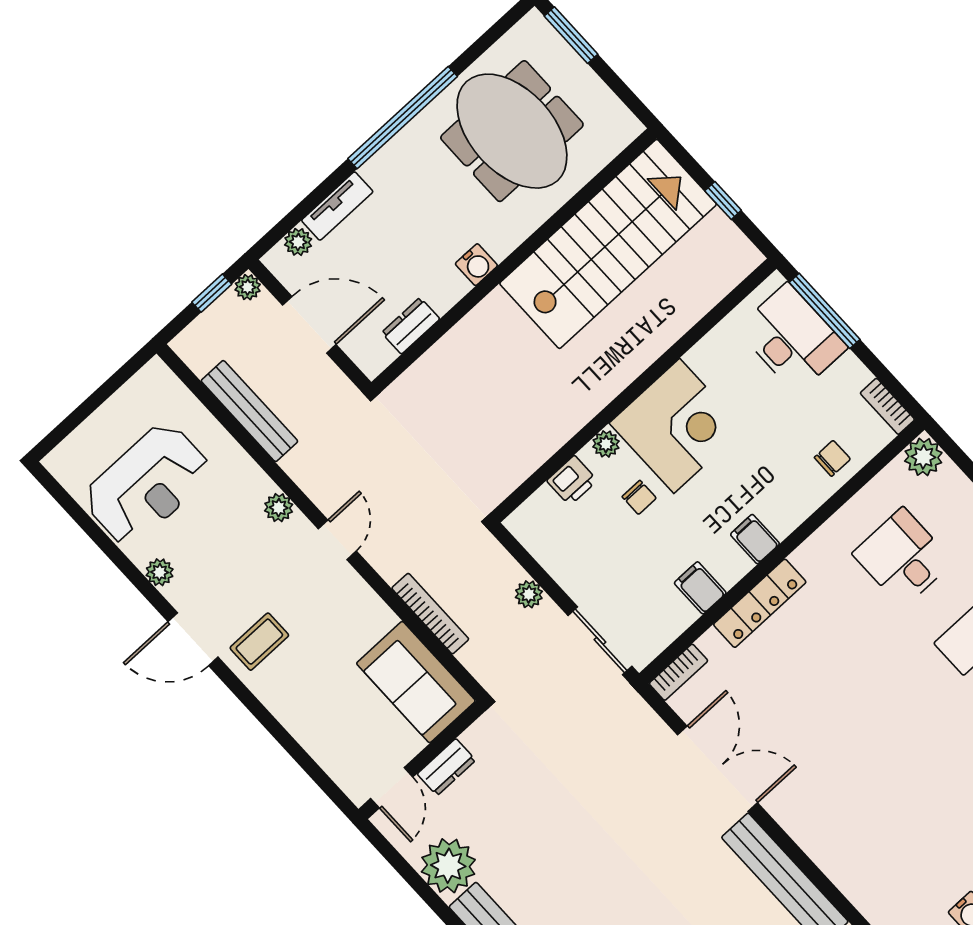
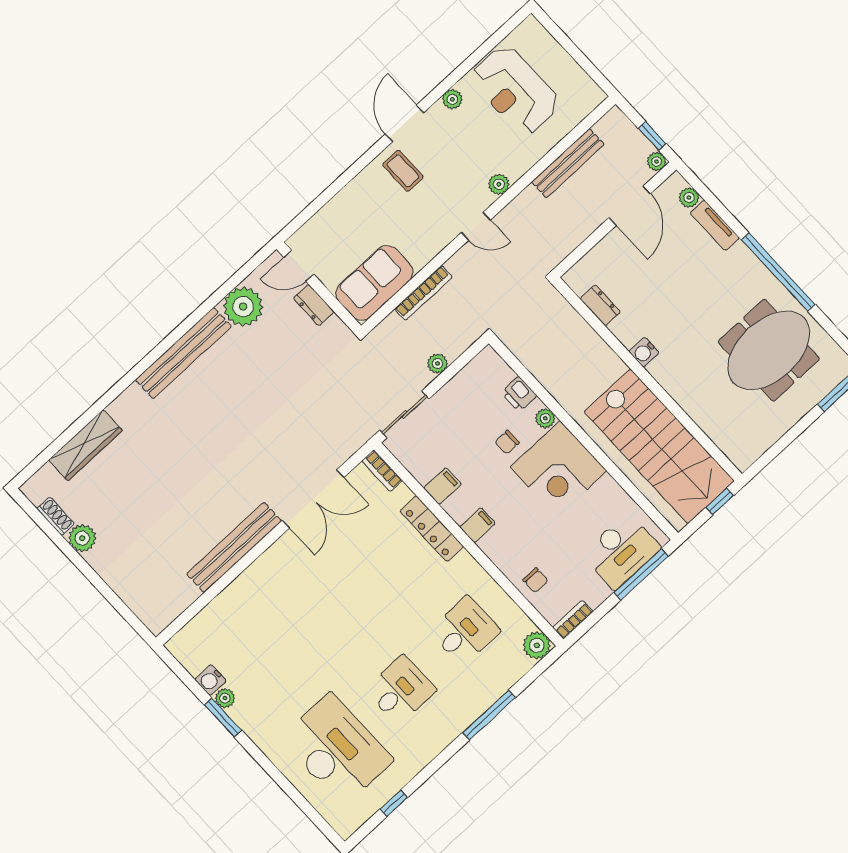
stairs: (608, 244) -> (659, 446), moved
wall: (514, 260) -> (647, 379), moved
water cooler: (476, 265) -> (644, 352), moved
dresser: (411, 326) -> (600, 305), moved

